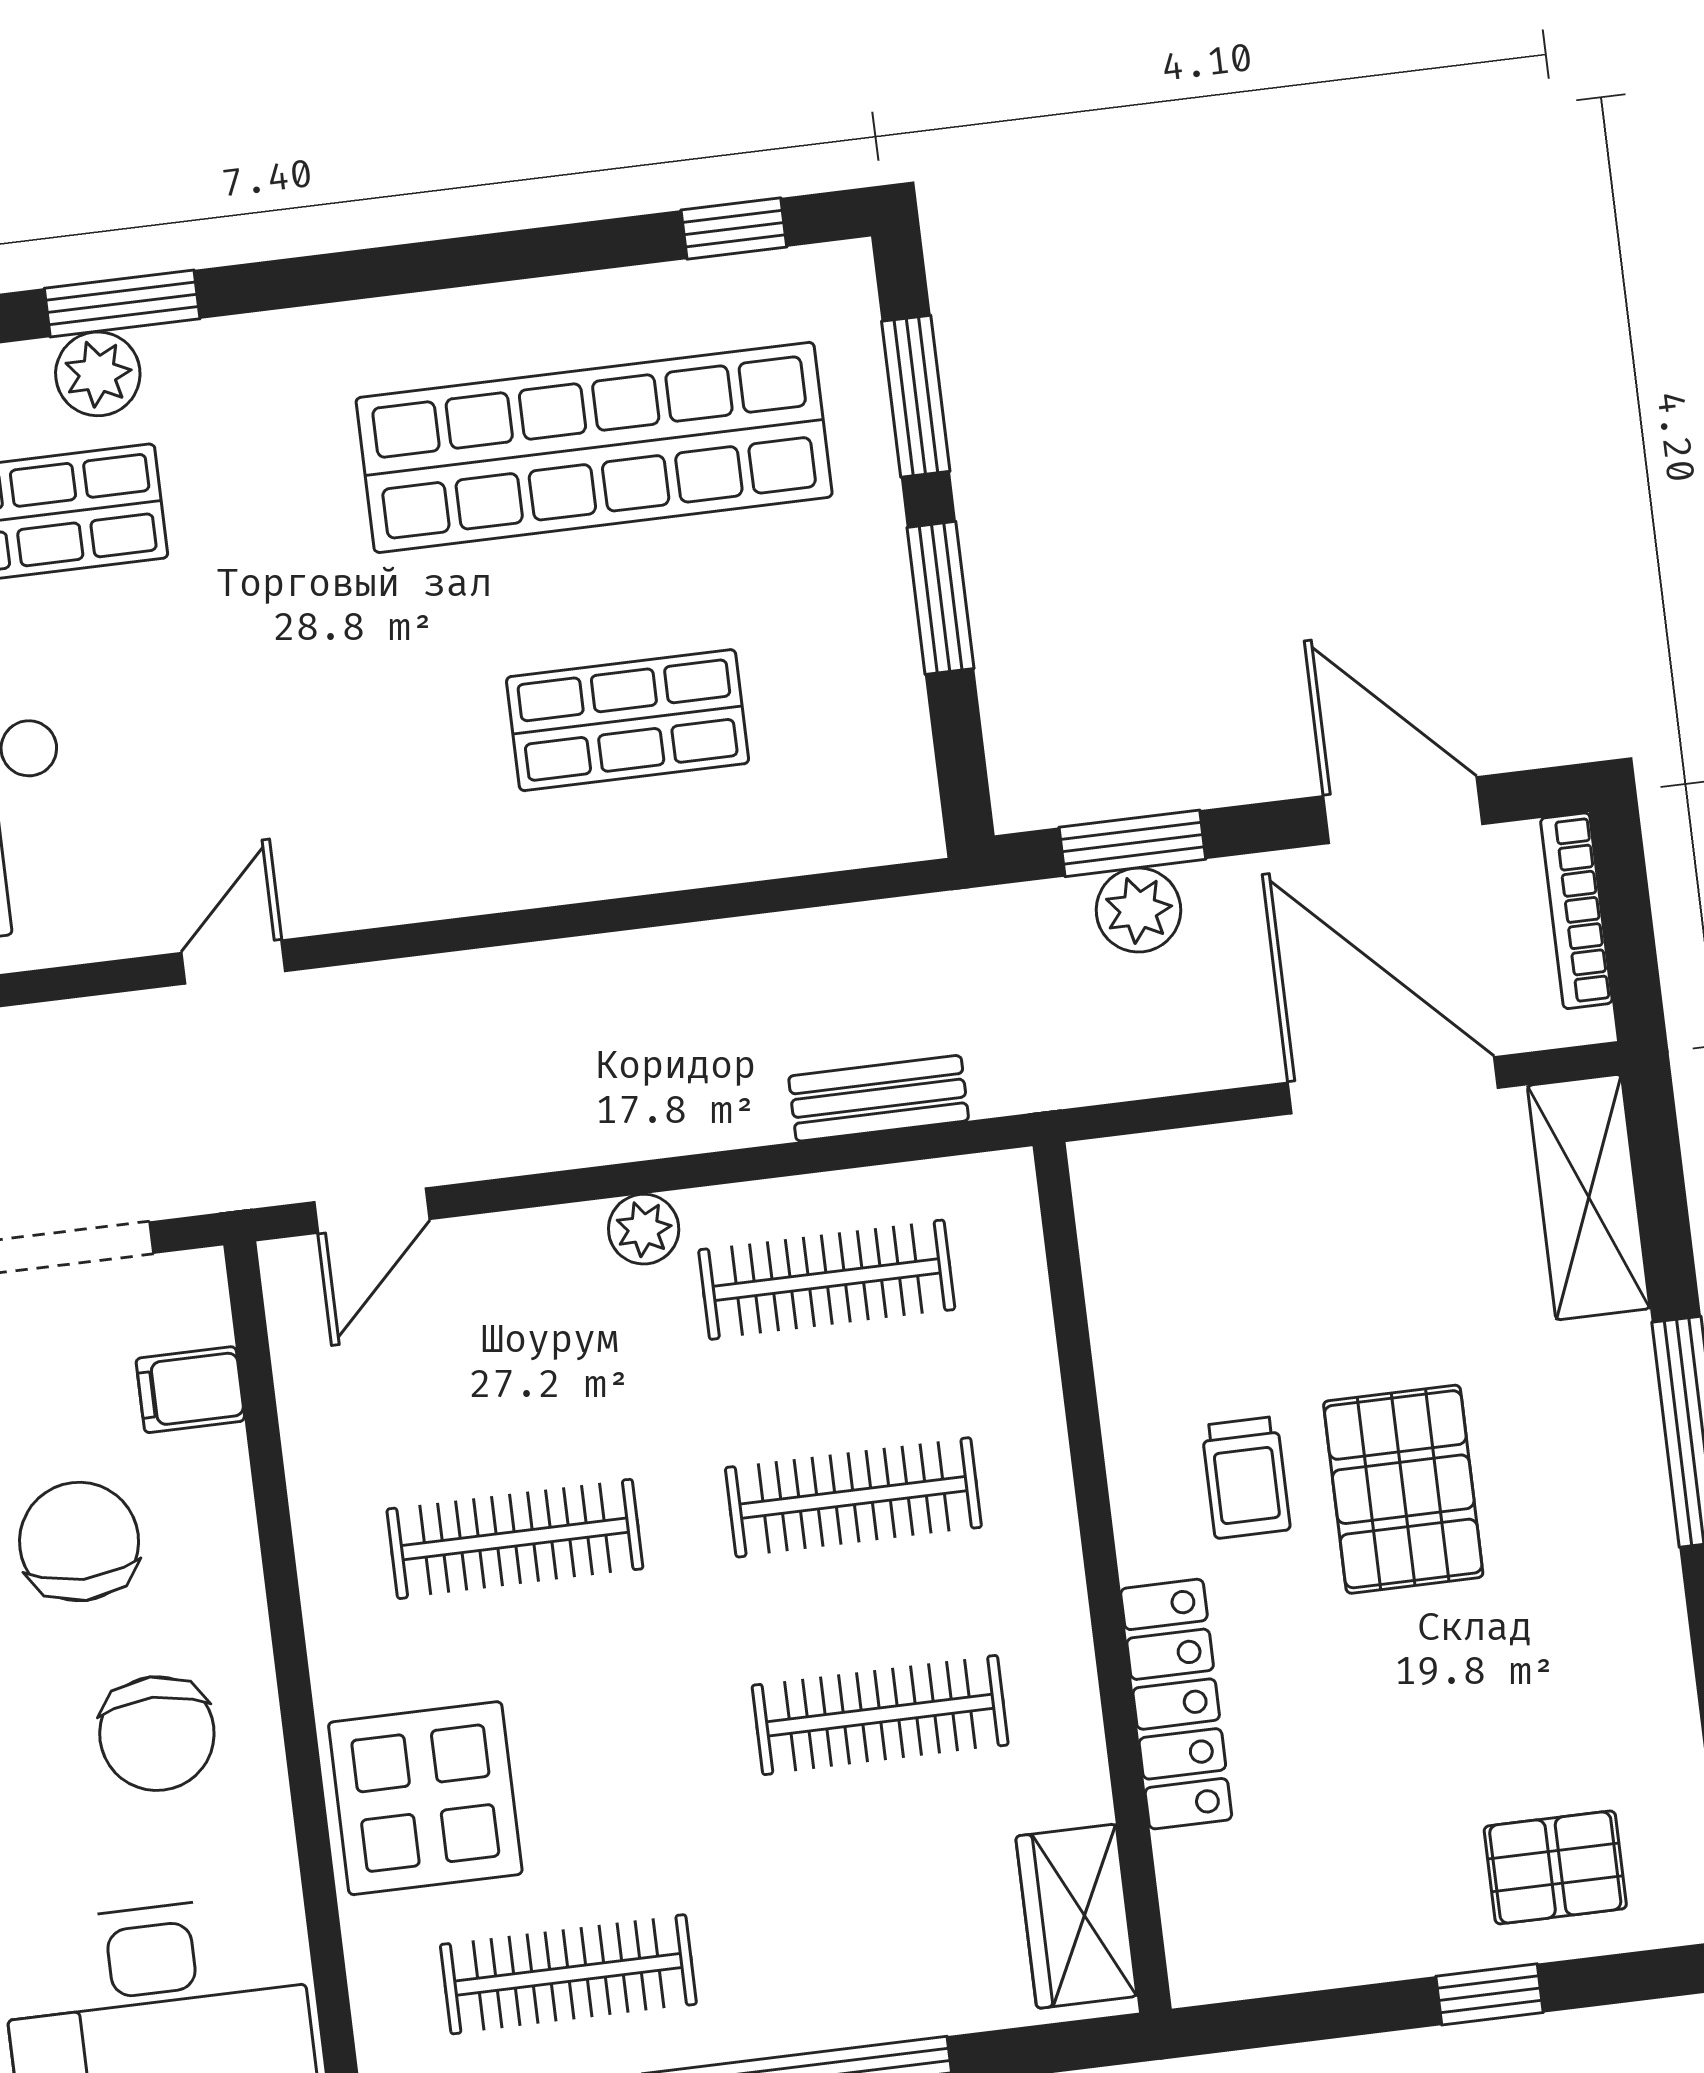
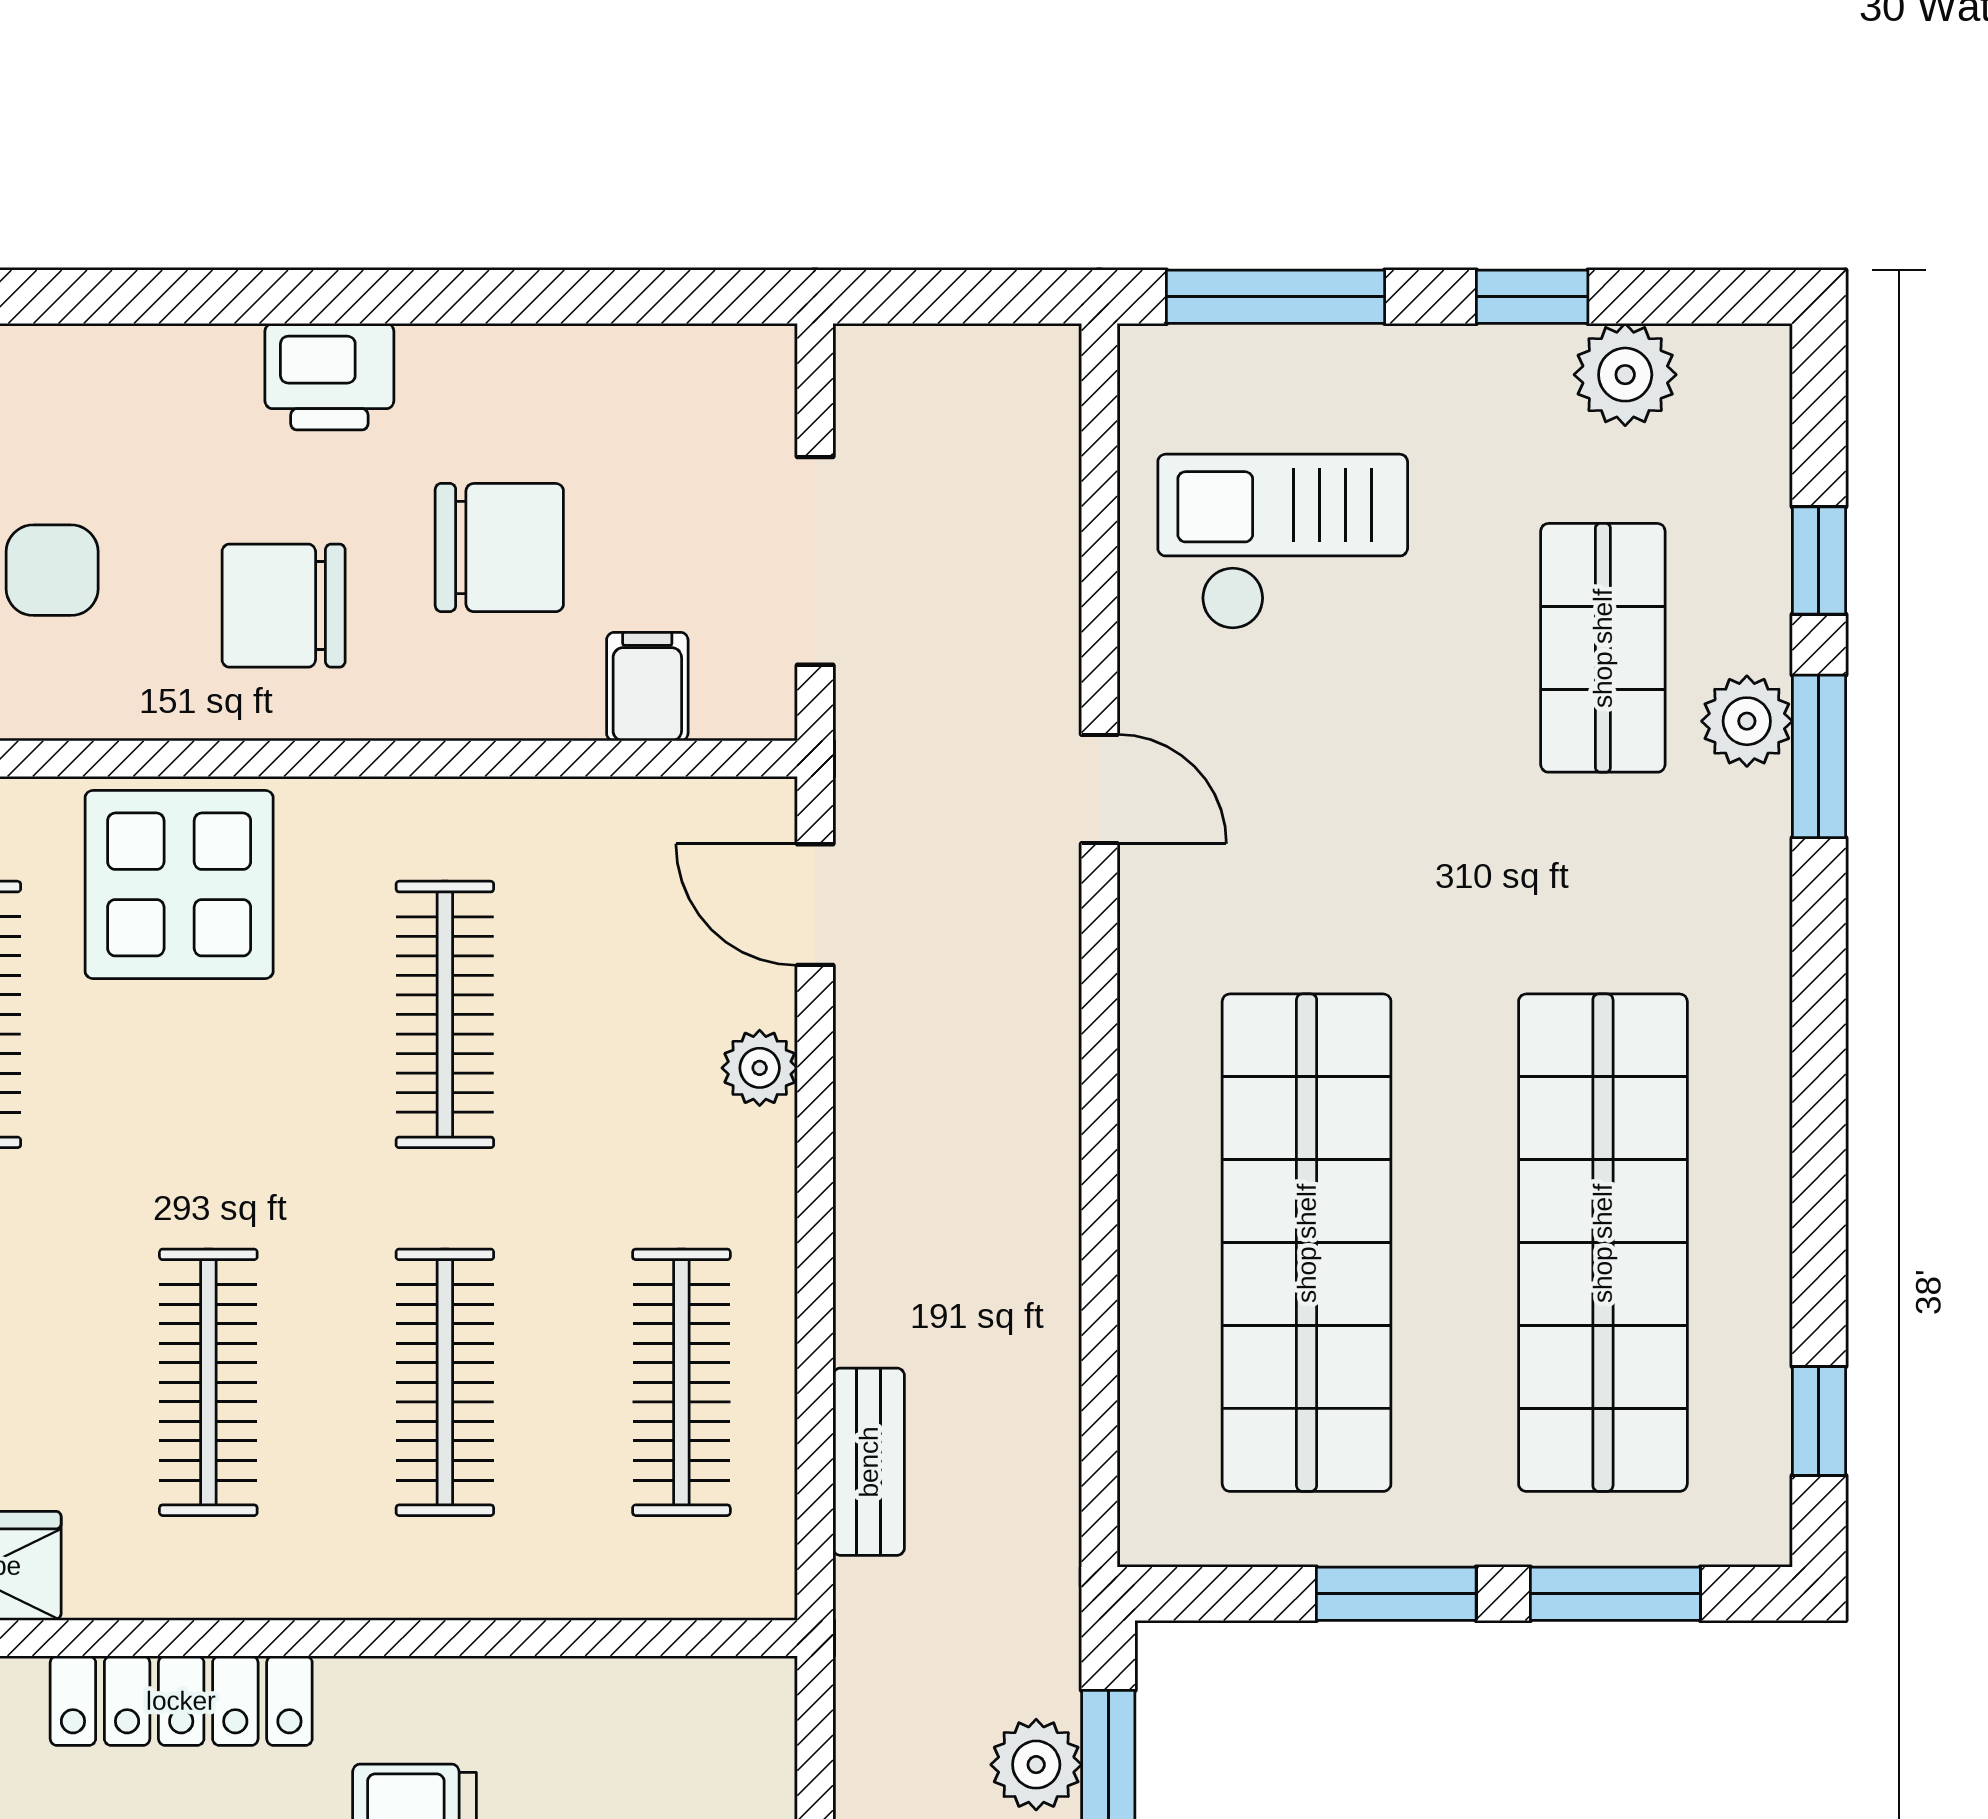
shop shelf: (628, 720) -> (1307, 1243), width x2.00, depth x1.36
plant: (644, 1229) -> (760, 1068), moved

